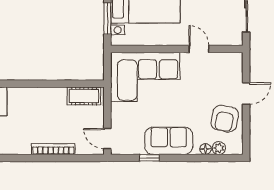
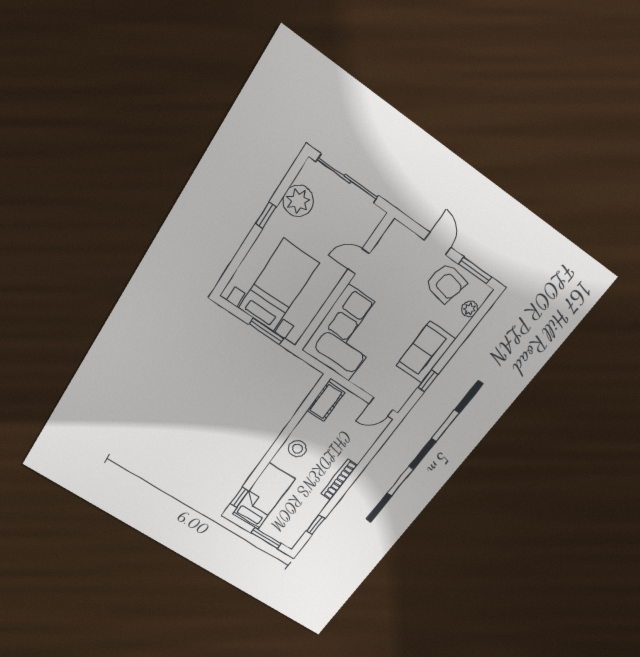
stool: (32, 101) -> (297, 449), added
window: (246, 132) -> (475, 270), added
bookcase: (53, 149) -> (339, 480), moved
floor lamp: (205, 149) -> (460, 323), removed

